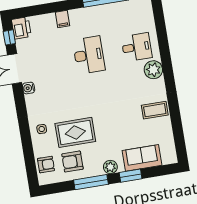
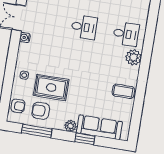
desk: (89, 55) -> (84, 27), width x0.73
sofa: (142, 158) -> (99, 127), width x1.36
window: (91, 182) -> (37, 131), moved

